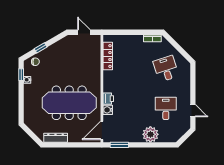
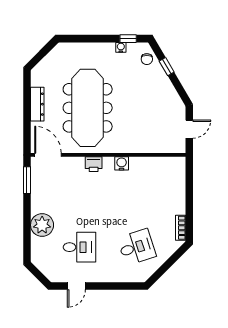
locker: (108, 56) -> (155, 163), removed
water cooler: (108, 110) -> (122, 163), moved
dresser: (56, 138) -> (37, 104), moved

